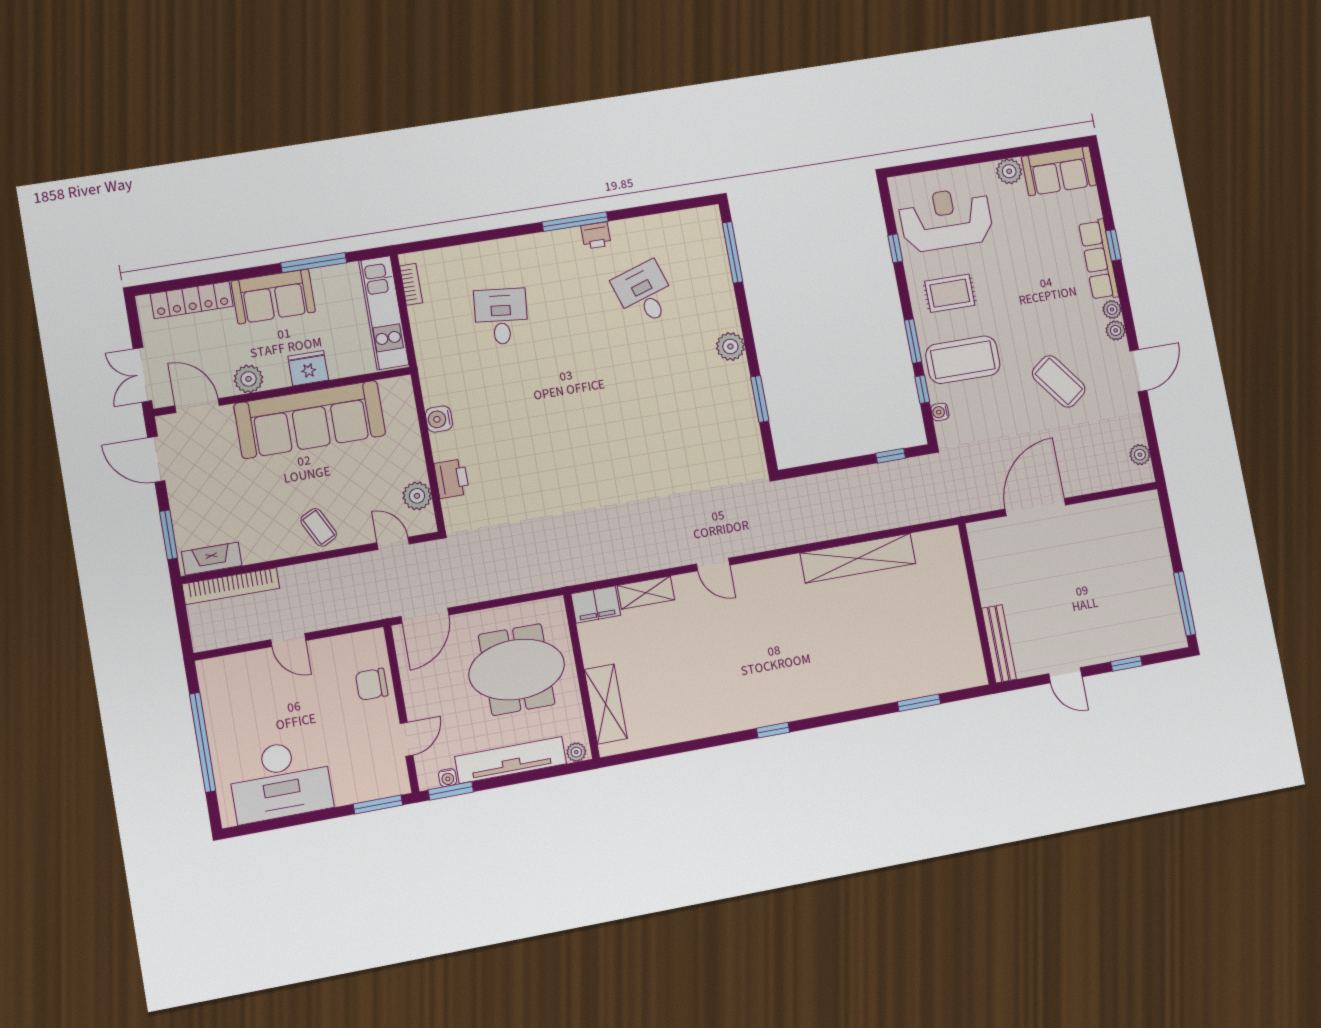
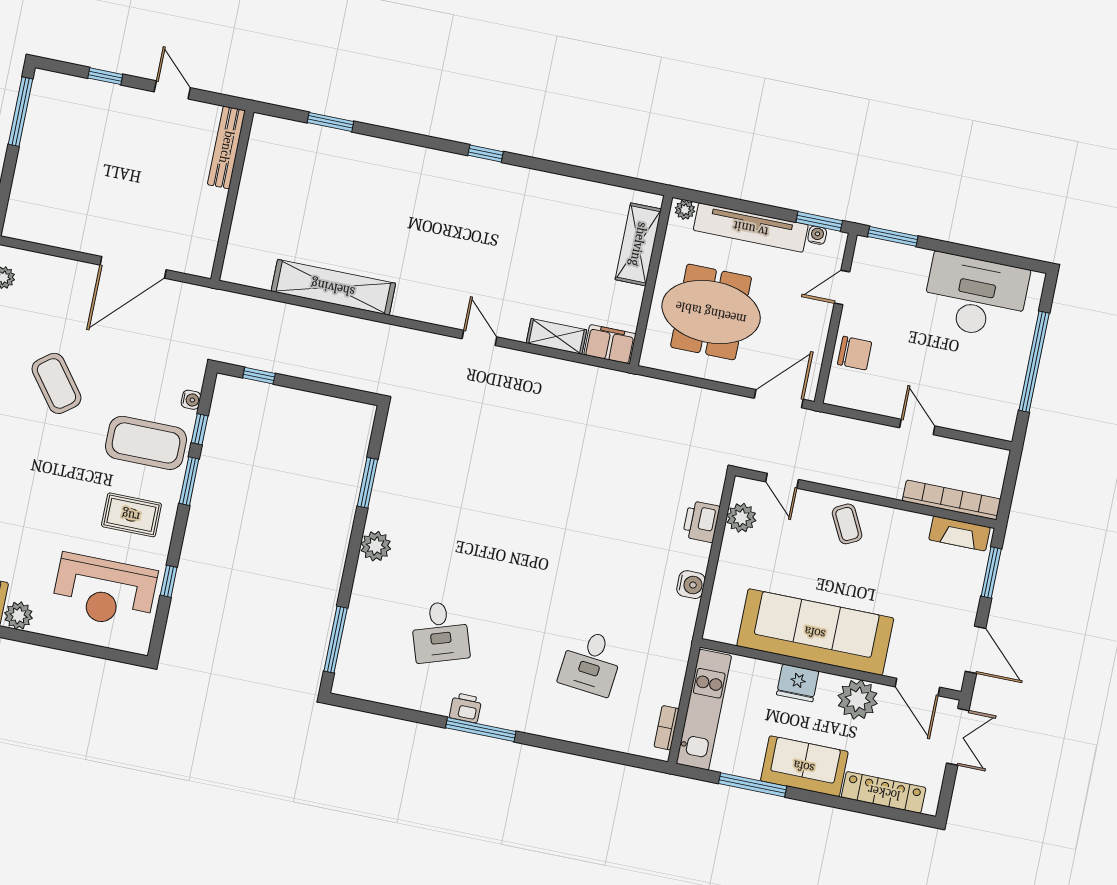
plant: (249, 379) -> (858, 700), width x1.36, depth x1.36

